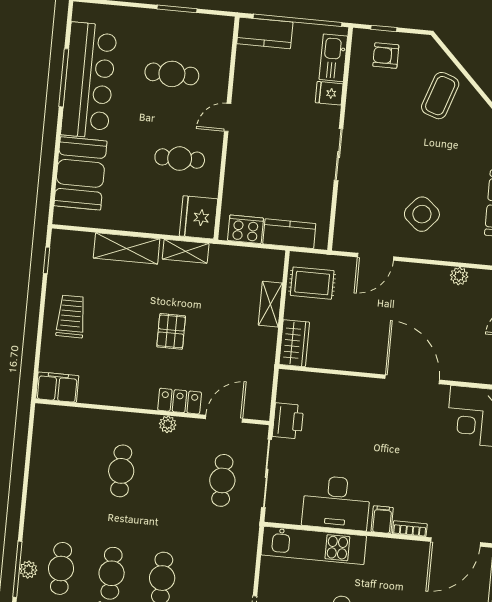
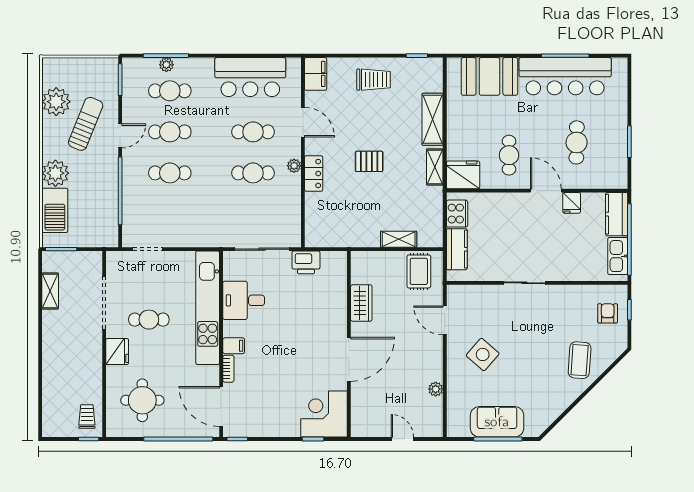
kitchen sink: (333, 58) -> (618, 256), moved, turned -90
fridge: (329, 93) -> (572, 203), moved, turned 180
coffee table: (440, 96) -> (580, 360), turned 75
door: (228, 117) -> (546, 191), width x1.38
wardrobe: (294, 343) -> (361, 303), moved, turned -90
door: (224, 419) -> (303, 122), moved
bar counter: (53, 468) -> (250, 77), added
cafe table: (222, 480) -> (253, 173), moved
desk: (336, 503) -> (244, 300), width x0.73
kitchen unit: (314, 545) -> (208, 308), width x1.36

